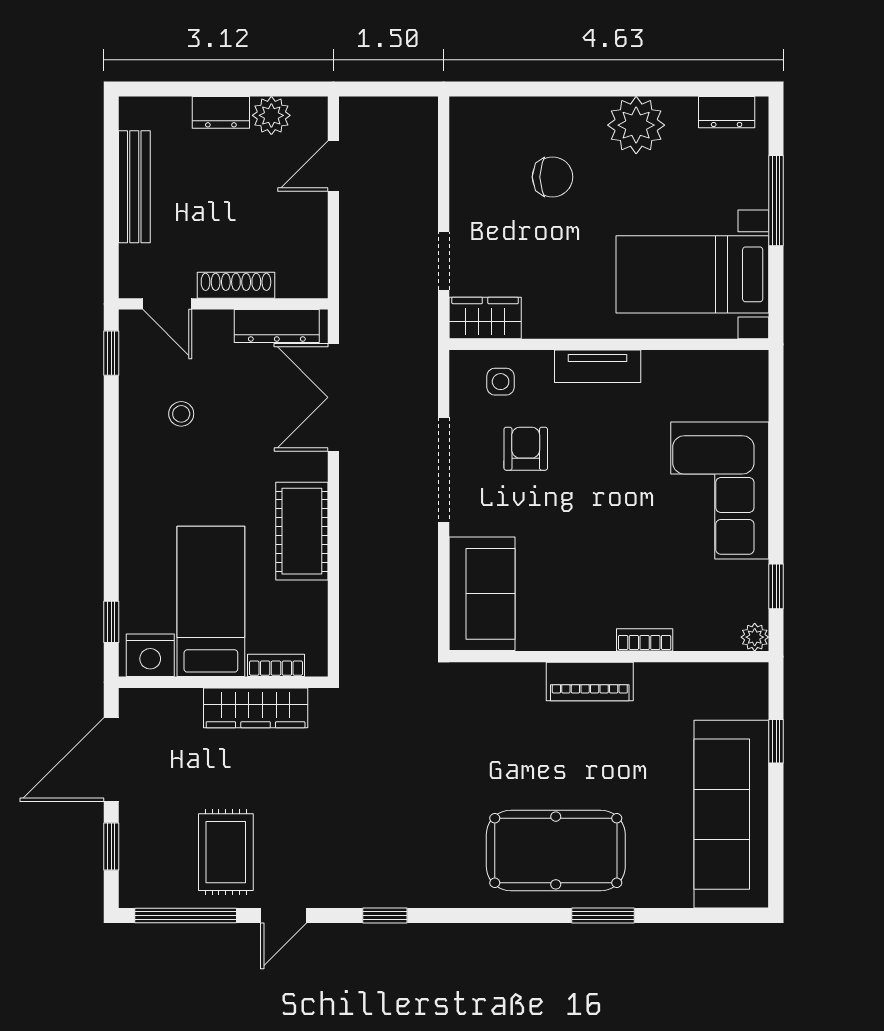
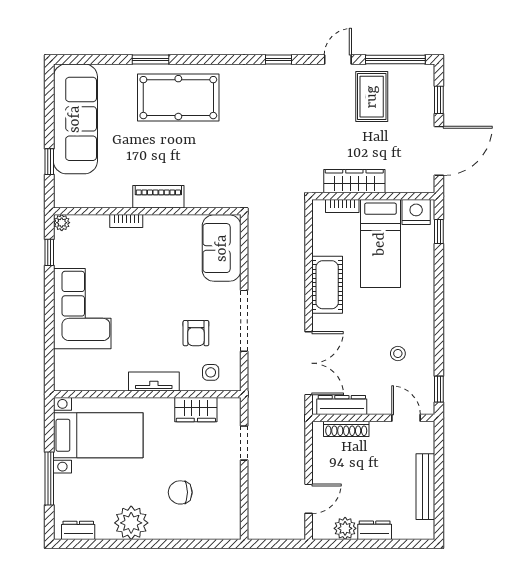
shoe rack: (236, 285) -> (346, 429), moved
wardrobe: (485, 318) -> (196, 410), moved

